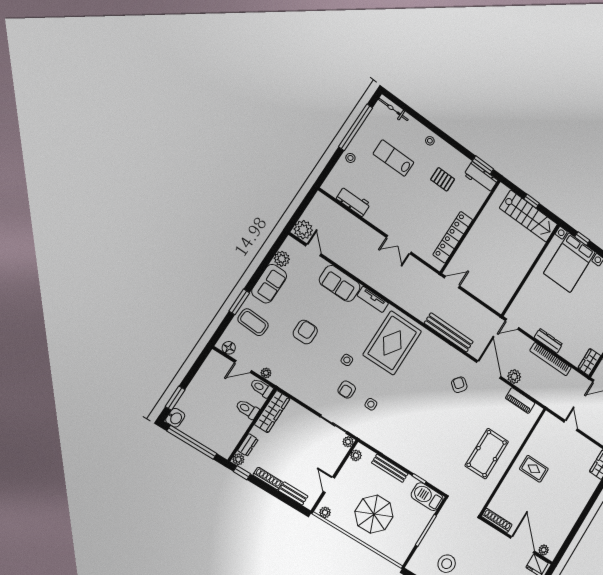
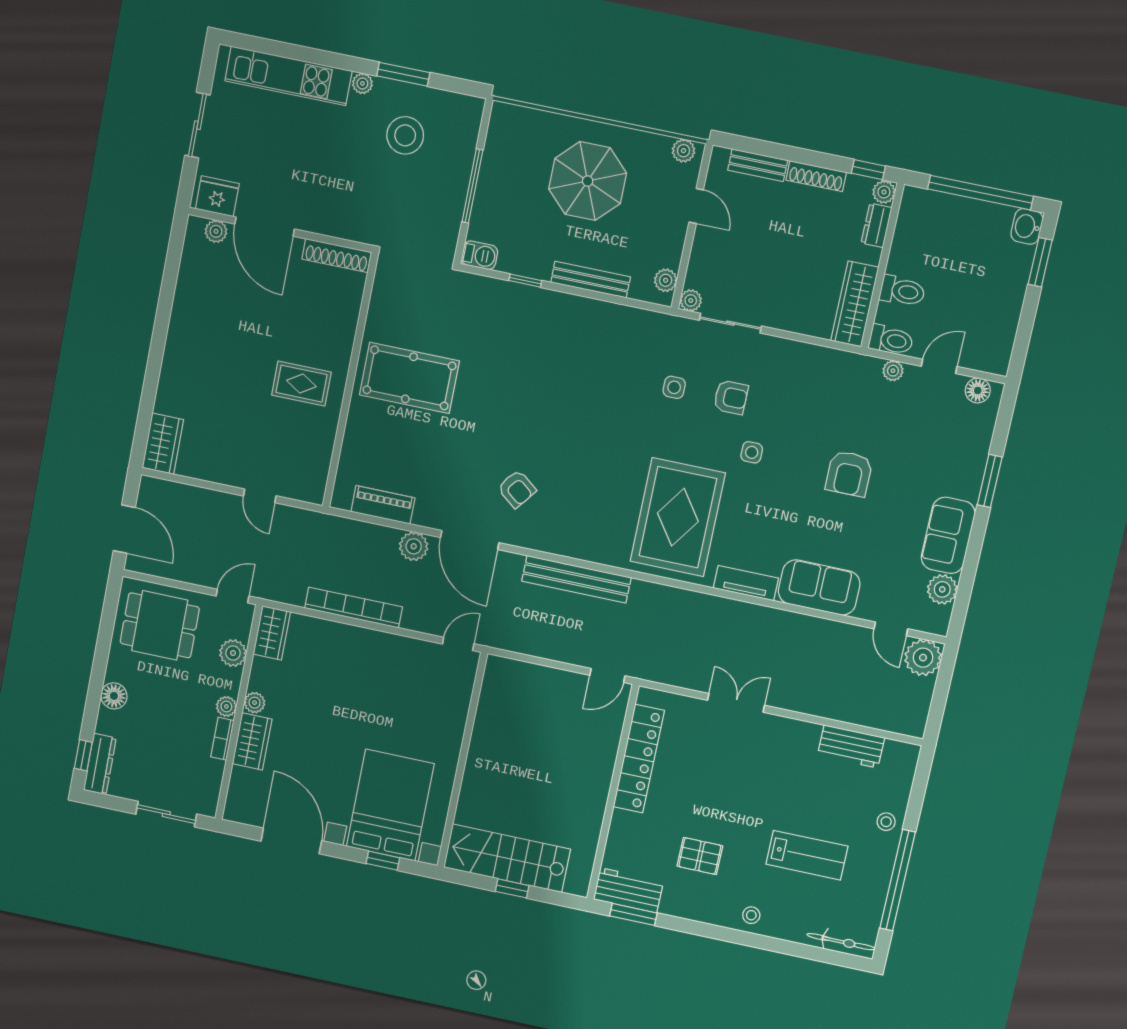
coffee table: (253, 322) -> (951, 454), removed
dresser: (548, 341) -> (372, 641), removed
armchair: (347, 390) -> (731, 397), turned 90
pool table: (487, 454) -> (409, 378), turned 90
barbecue: (427, 497) -> (480, 255), width x0.53, depth x0.65

